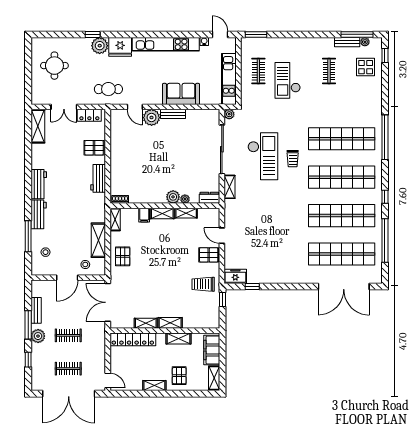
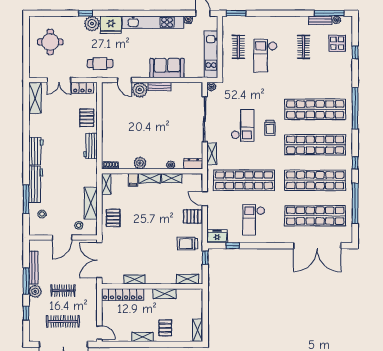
window: (385, 56) -> (355, 52), moved
pallet: (94, 148) -> (87, 118), turned 90
checkout: (263, 156) -> (243, 126), width x0.73, depth x0.83
plant: (173, 197) -> (140, 163), moved
workbench: (39, 214) -> (36, 184), width x1.38
shop shelf: (265, 216) -> (244, 180), added
checkout: (275, 258) -> (254, 220), added
bench: (36, 310) -> (33, 268), width x1.36
shelving: (170, 323) -> (188, 279), moved
filing cabinet: (212, 350) -> (195, 304), removed
clothes rail: (68, 369) -> (63, 321), width x1.36

